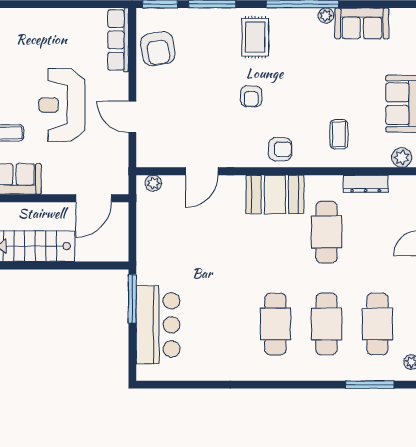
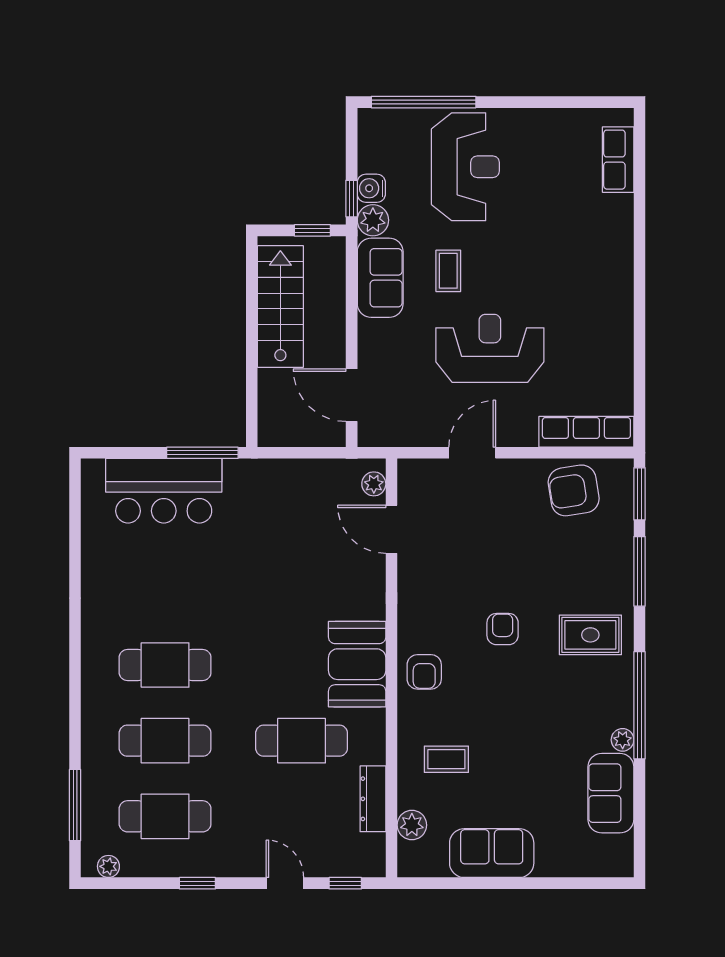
armchair: (251, 96) -> (503, 629), turned 90
plant: (402, 158) -> (412, 825), moved
door: (202, 171) -> (391, 529), moved

